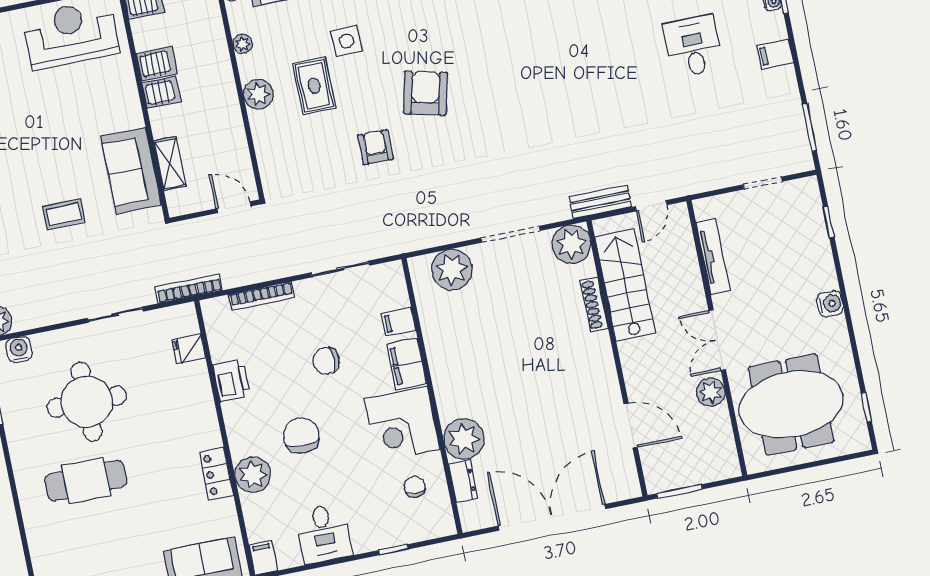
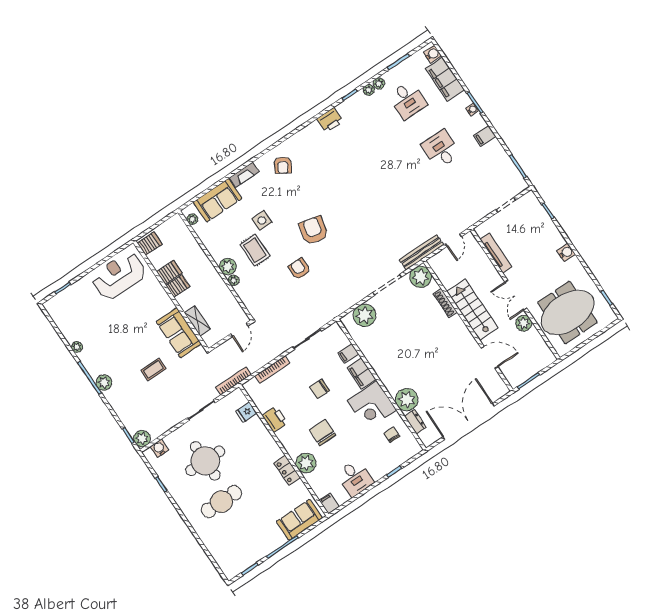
plant: (243, 44) -> (234, 280), moved
bench: (600, 202) -> (421, 252), width x1.36
door: (233, 207) -> (239, 330), swing flipped
stairs: (625, 285) -> (472, 310), moved

